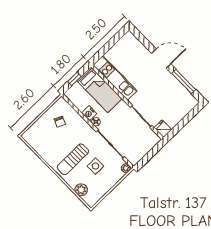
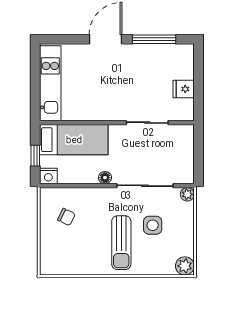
kitchen unit: (115, 78) -> (50, 83), moved, turned 90
nightstand: (89, 113) -> (48, 176), moved
fridge: (163, 129) -> (184, 89), moved
plant: (81, 190) -> (185, 266), moved

